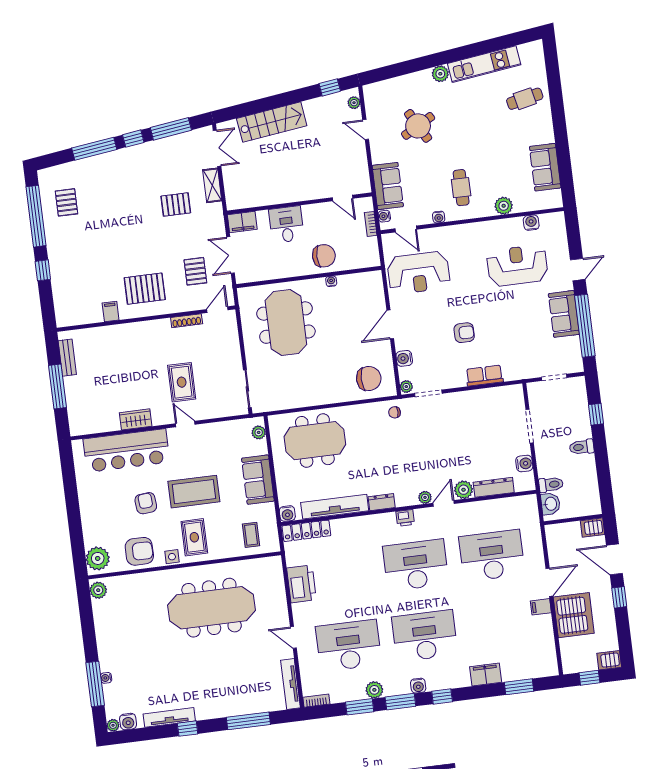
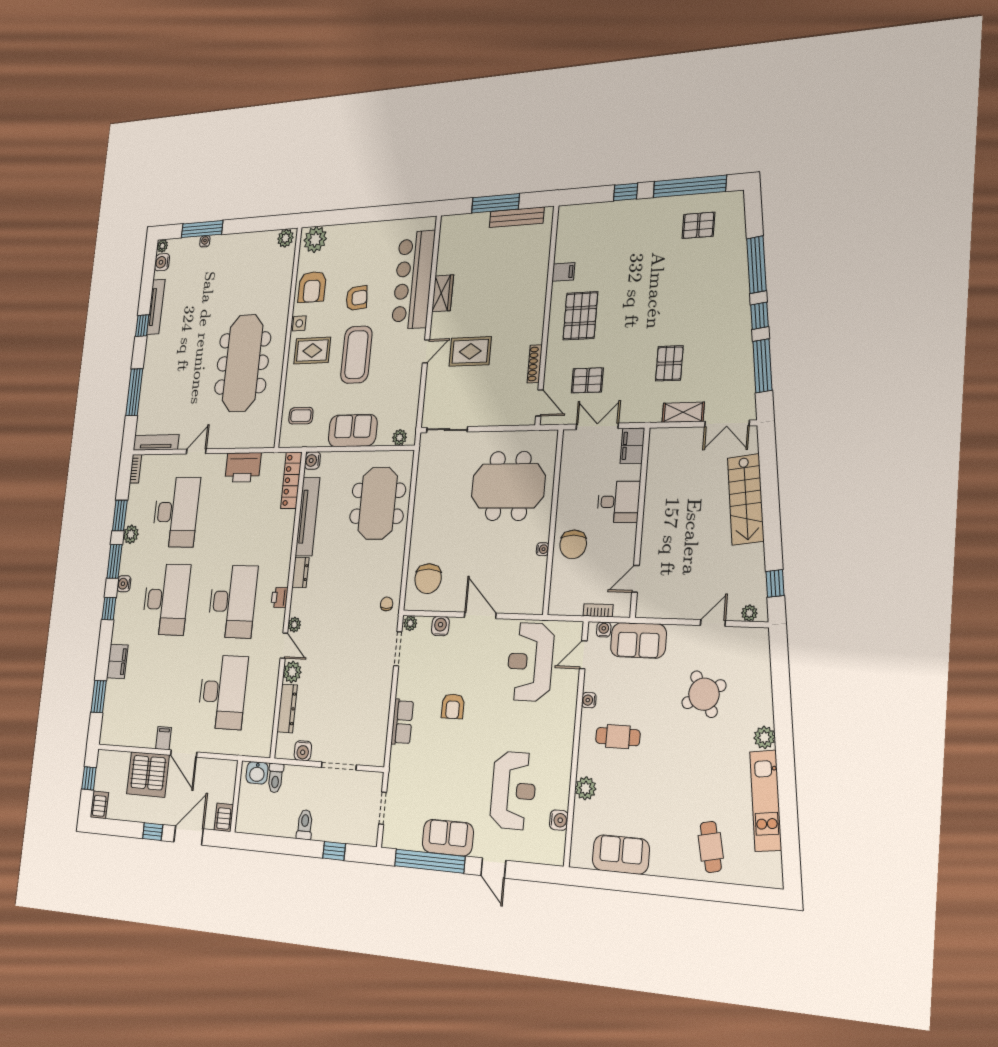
bench: (67, 358) -> (517, 217), width x1.36

